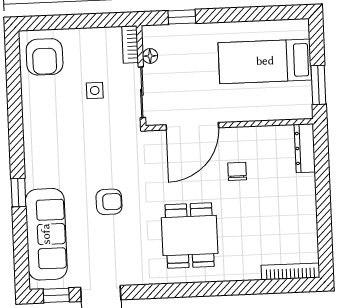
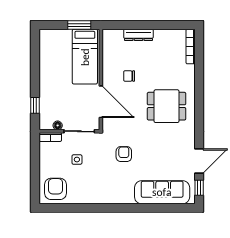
armchair: (45, 57) -> (55, 189), turned -90
bed: (265, 61) -> (85, 57), moved
dresser: (305, 148) -> (138, 35), moved
window: (18, 192) -> (136, 208), removed
armchair: (109, 202) -> (124, 154), moved

